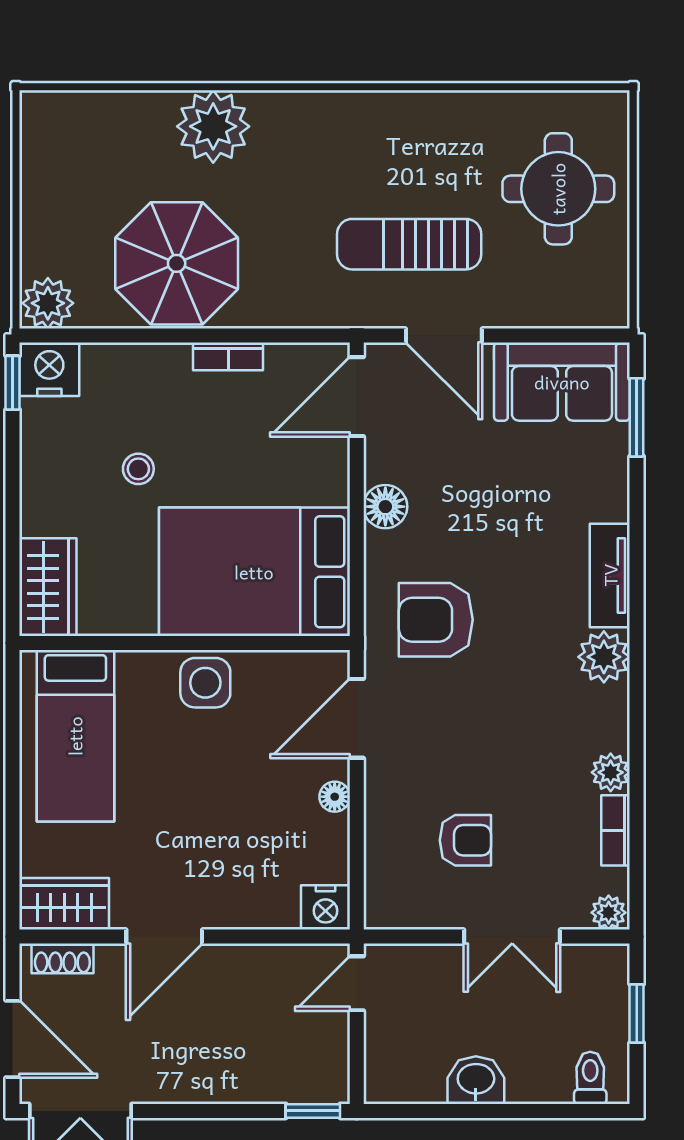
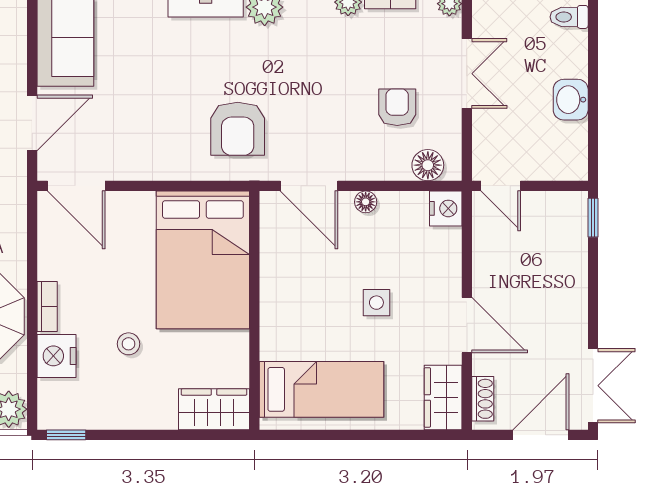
bookcase: (228, 356) -> (47, 306), moved
nightstand: (49, 369) -> (56, 356), moved
floor lamp: (385, 507) -> (428, 165), moved
side table: (205, 683) -> (376, 303), moved, width x0.73, depth x0.73

